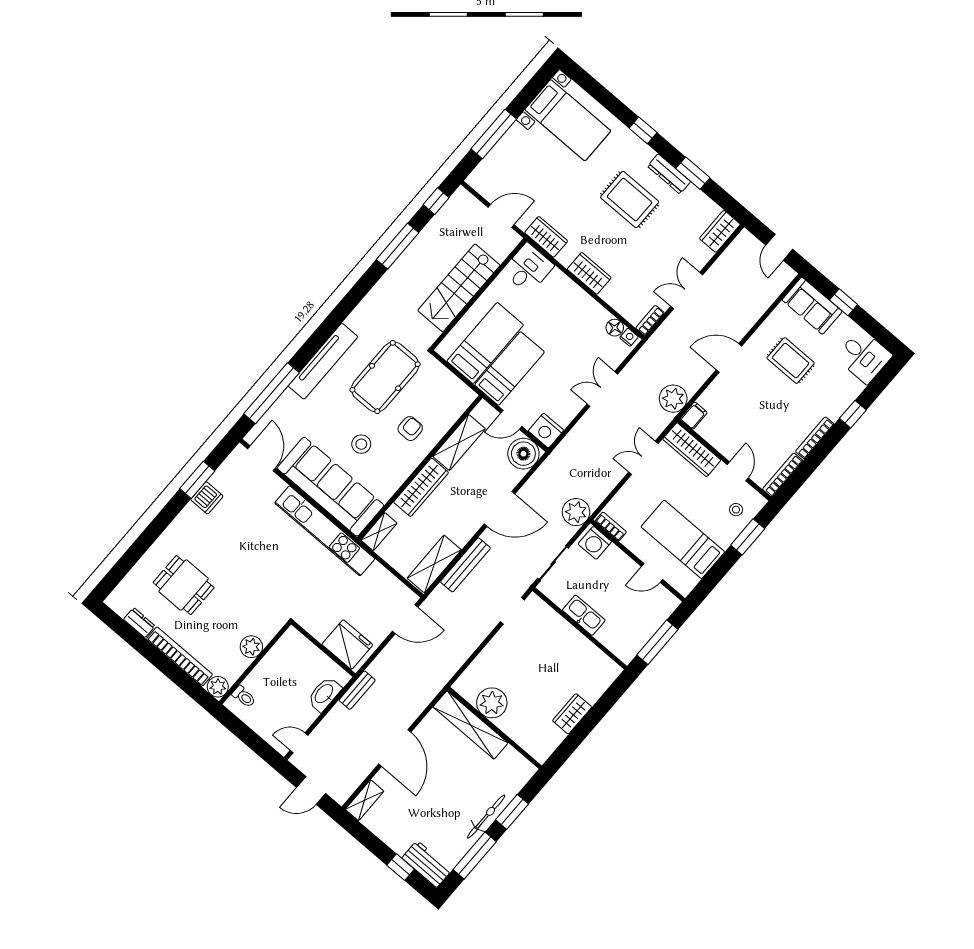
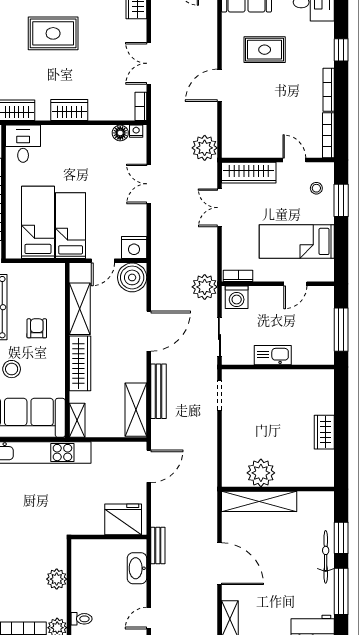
filing cabinet: (694, 416) -> (229, 147), removed

